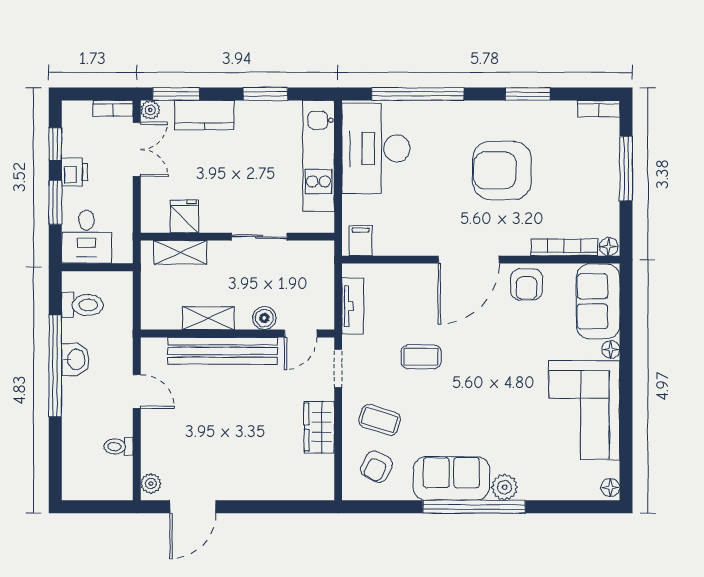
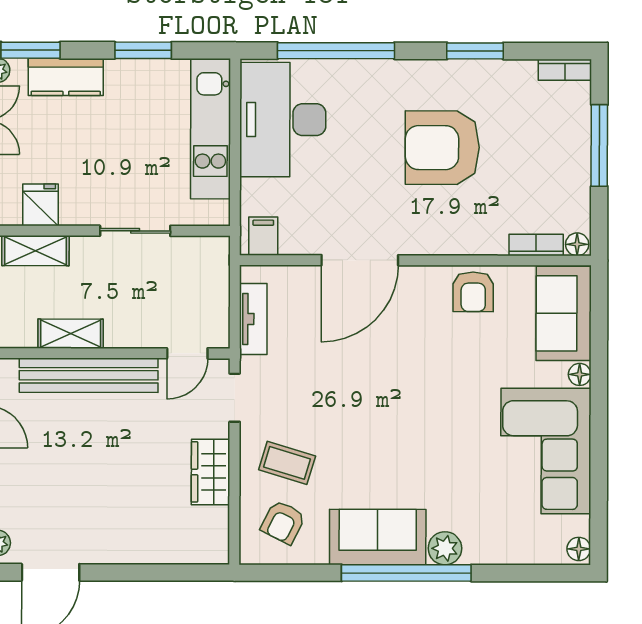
bookcase: (564, 247) -> (536, 245), width x0.64
door: (469, 260) -> (360, 260), moved
boiler: (264, 318) -> (141, 334), removed
coffee table: (421, 357) -> (340, 383), removed

